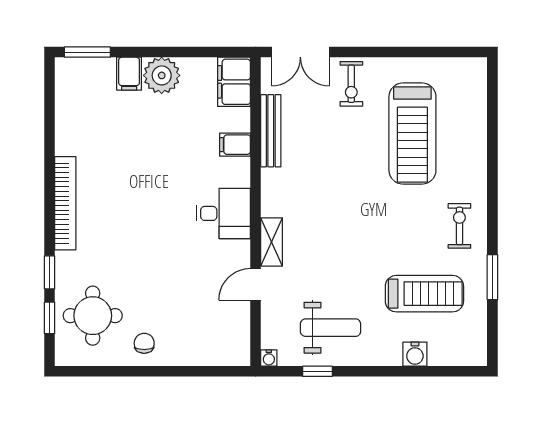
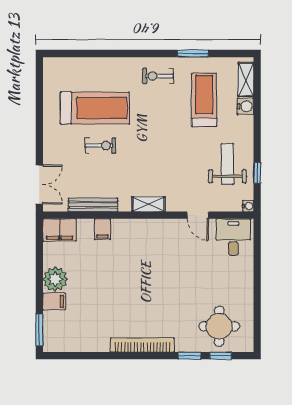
exercise bike: (351, 84) -> (100, 146), moved
desk: (223, 213) -> (233, 237), moved
shelving: (272, 242) -> (148, 204), moved
chair: (144, 343) -> (238, 291), removed
shelving: (454, 355) -> (246, 80), added

